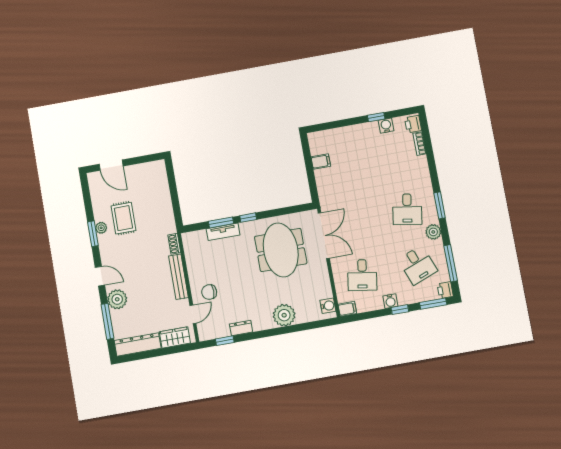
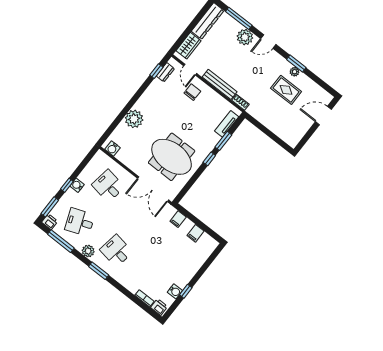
tv unit: (223, 232) -> (227, 124), moved
filing cabinet: (347, 309) -> (178, 219), moved
dresser: (241, 328) -> (165, 72), moved

